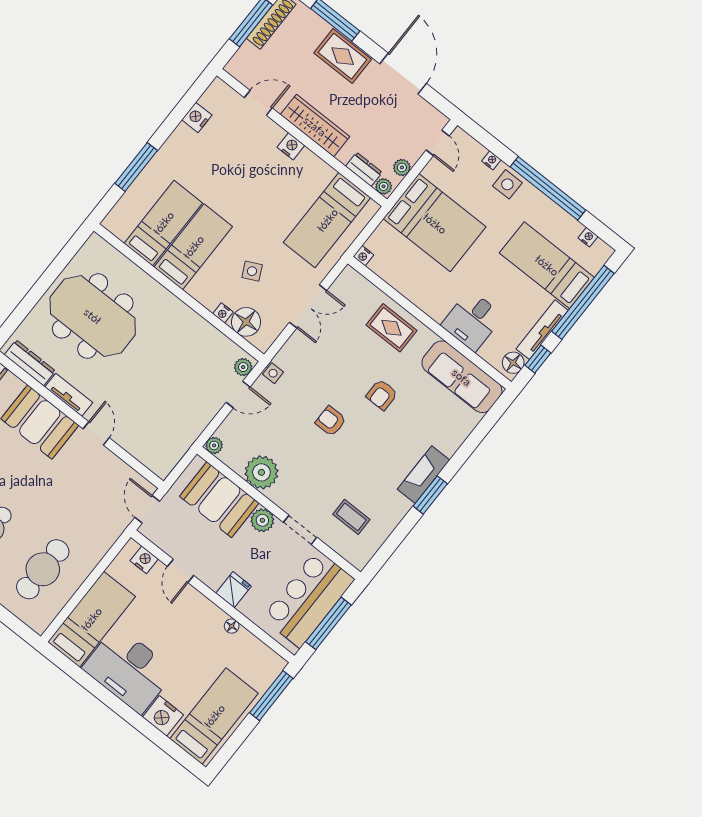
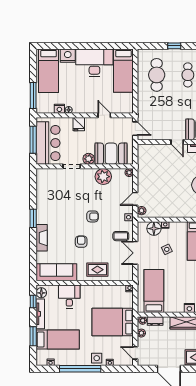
window: (583, 302) -> (33, 336), width x0.47
fireplace: (424, 475) -> (42, 238), moved
coffee table: (351, 517) -> (121, 236), moved
nightstand: (144, 560) -> (59, 109), moved

